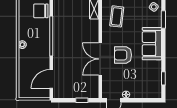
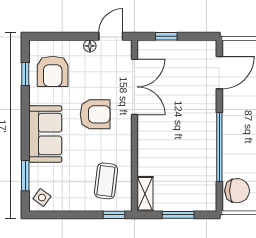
double door: (100, 59) -> (134, 87), moved
armchair: (148, 80) -> (53, 71), added

